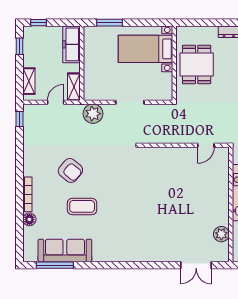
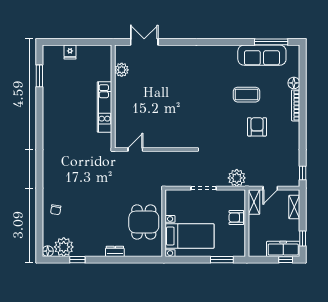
freezer: (71, 44) -> (283, 249), moved, turned -90
armchair: (93, 69) -> (236, 218), added
armchair: (70, 170) -> (257, 127), turned 50

